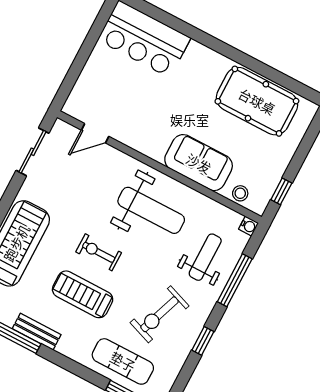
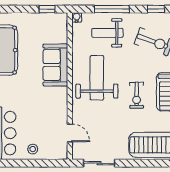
stool: (240, 193) -> (33, 149), moved

